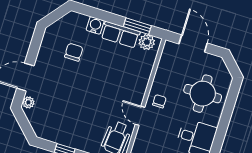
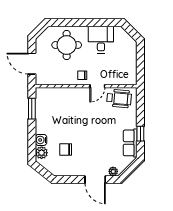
row of seats: (120, 35) -> (130, 143), moved, turned 180
plant: (147, 42) -> (42, 153), moved
door: (193, 43) -> (32, 64), hinge flipped

